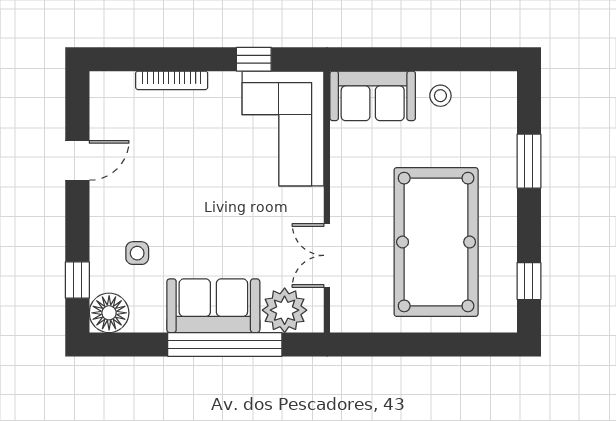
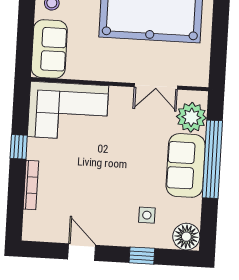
window: (254, 59) -> (19, 147), moved
window: (77, 280) -> (142, 256), moved

